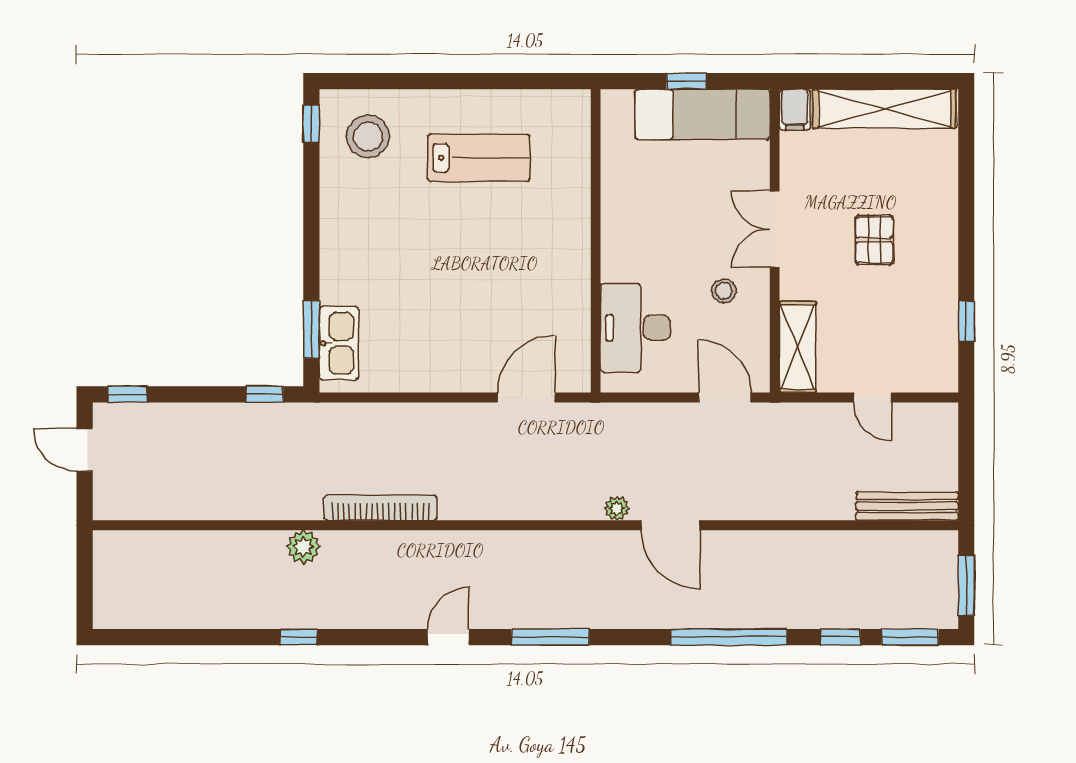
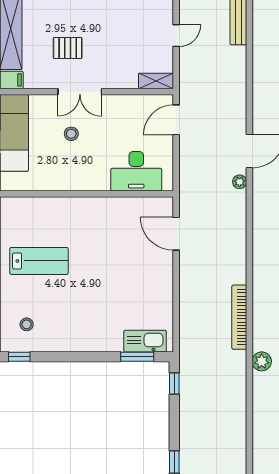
stool: (368, 136) -> (27, 324), width x0.53, depth x0.53
lab bench: (479, 158) -> (39, 261), turned 90
pallet: (874, 240) -> (68, 48), moved
stool: (724, 291) -> (71, 134), moved
shelving: (798, 347) -> (156, 81), width x0.67, depth x0.75

